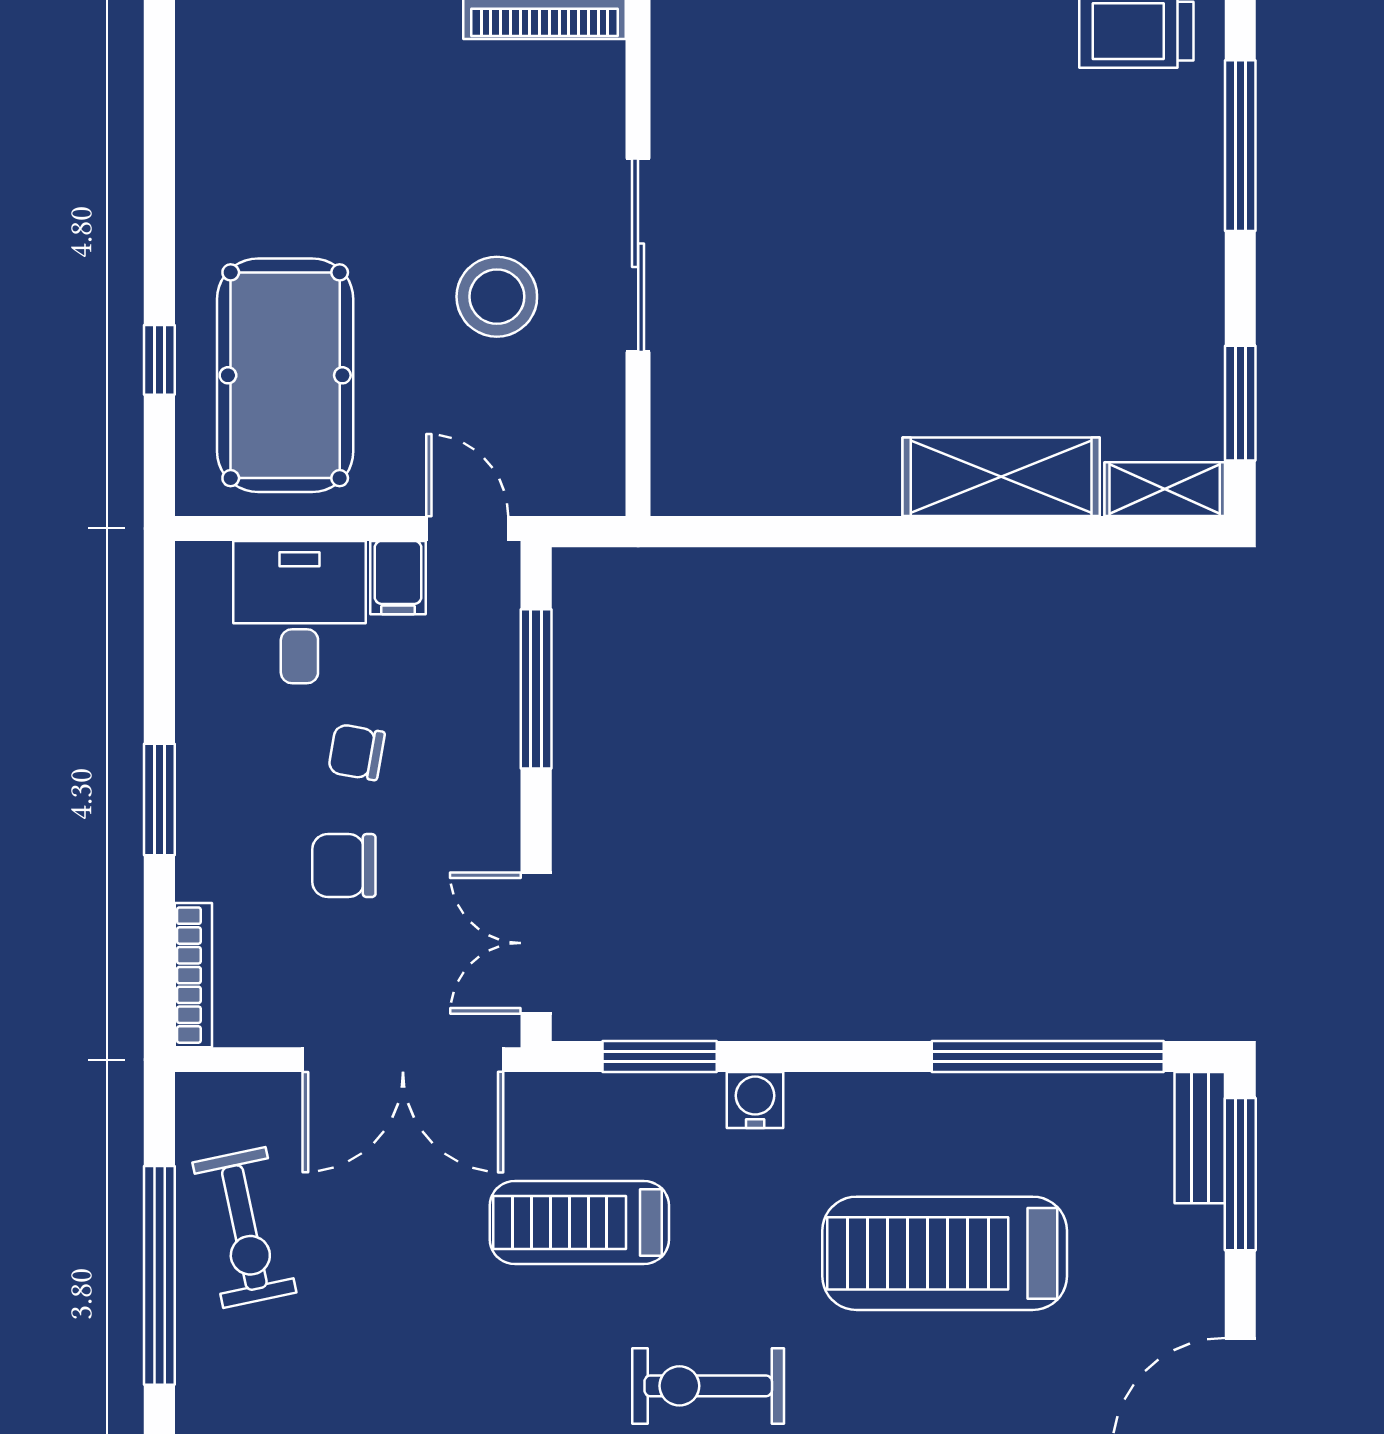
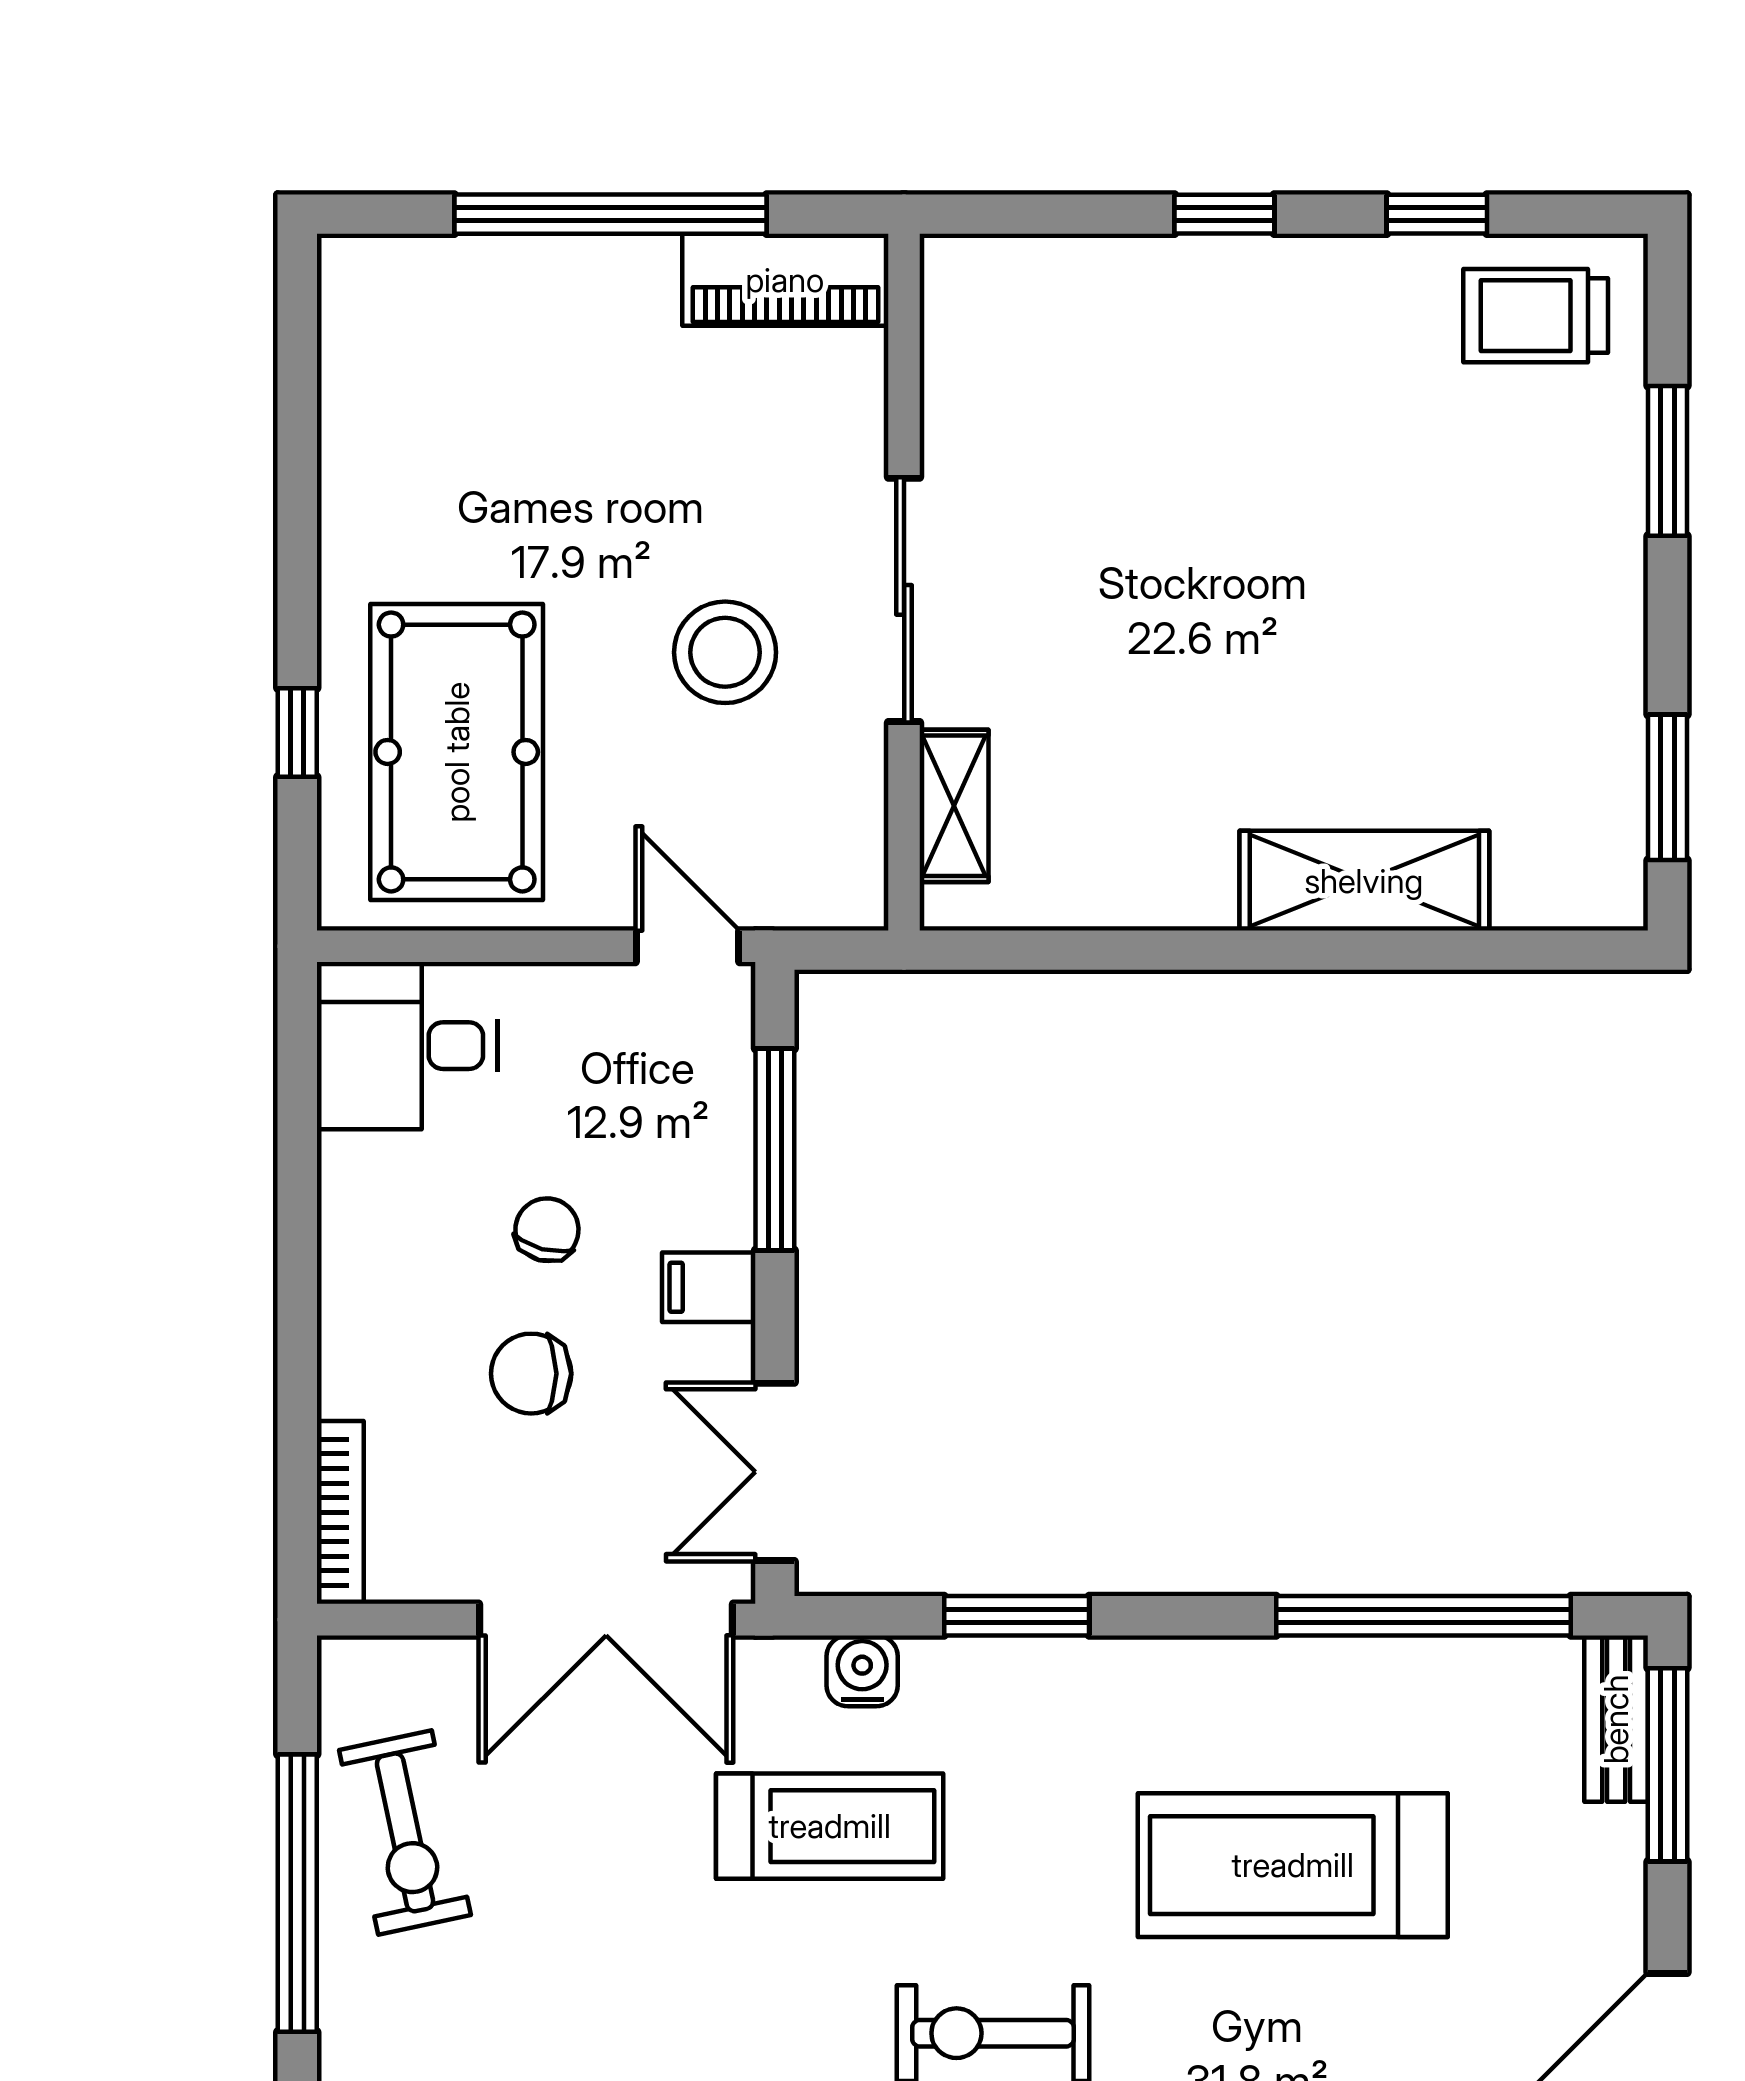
window: (1240, 146) -> (1667, 461), width x0.69
shelving: (1165, 489) -> (954, 806), moved, turned 90
filing cabinet: (398, 578) -> (709, 1287), moved, turned 90
desk: (299, 612) -> (407, 1046), moved, turned -90
chair: (356, 752) -> (547, 1230), turned 95
window: (159, 799) -> (297, 1290), removed
window: (660, 1057) -> (1017, 1616), moved
water cooler: (755, 1100) -> (862, 1671), moved
treadmill: (579, 1223) -> (830, 1826), turned 180

